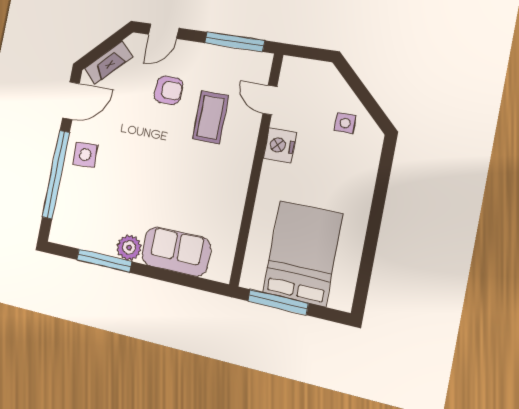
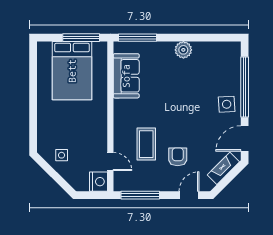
armchair: (169, 90) -> (178, 157), turned 90
nightstand: (280, 145) -> (99, 182), moved
sofa: (176, 251) -> (126, 76), moved, turned -90
window: (104, 261) -> (138, 38), moved

